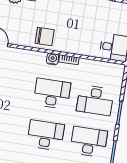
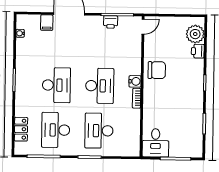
chair: (45, 36) -> (157, 70), turned -90
desk: (89, 142) -> (56, 130), turned 180

